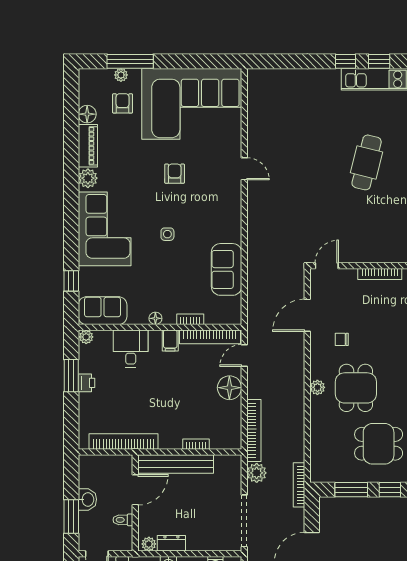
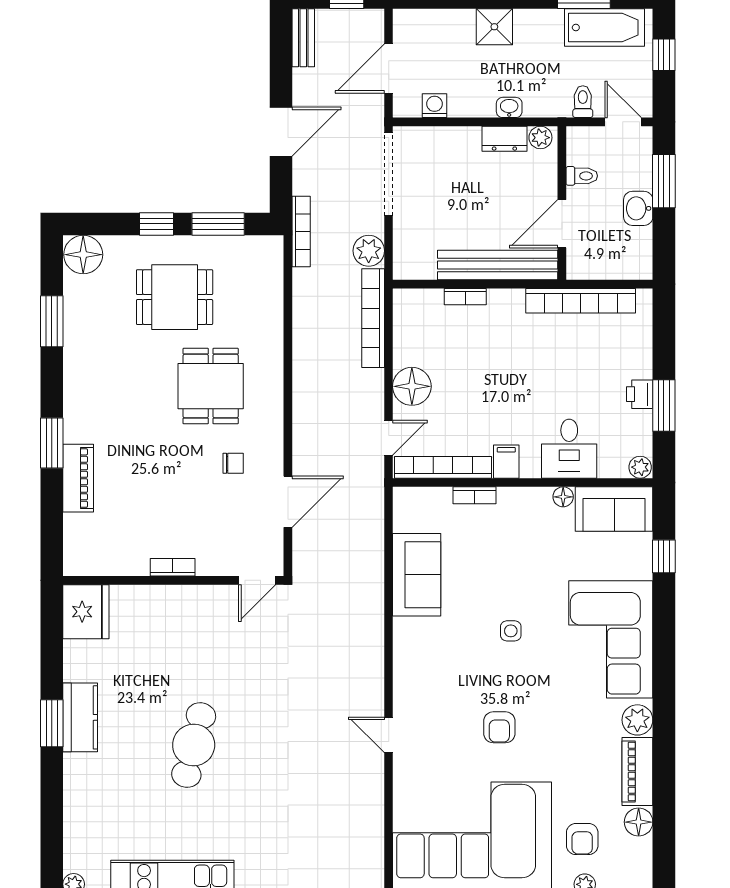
bookcase: (380, 274) -> (173, 567), width x0.64
floor lamp: (155, 318) -> (563, 497), moved
plant: (317, 387) -> (272, 387), removed

